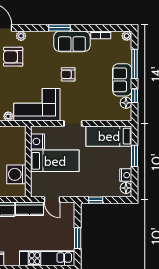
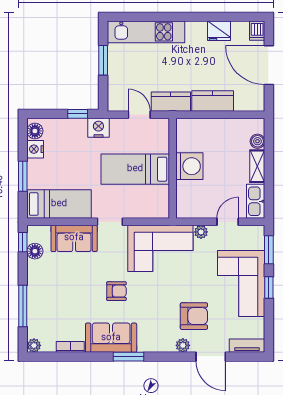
sofa: (122, 80) -> (74, 238), moved, turned 90
window: (135, 96) -> (23, 242), moved
nightstand: (37, 141) -> (98, 128), moved, turned -90
washing machine: (16, 174) -> (189, 166), moved

